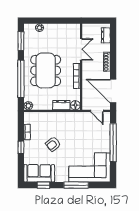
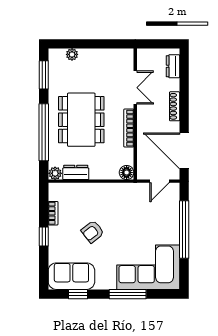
dresser: (61, 105) -> (76, 172), moved
door: (97, 111) -> (159, 181), hinge flipped

